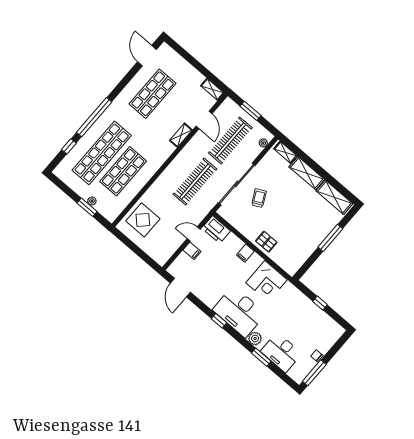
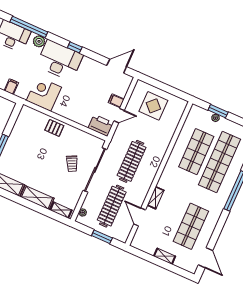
shelving: (212, 89) -> (165, 256), moved
display table: (143, 220) -> (153, 106), moved
filing cabinet: (245, 253) -> (11, 87), moved
door: (180, 288) -> (117, 66), hinge flipped
window: (261, 357) -> (29, 27), width x2.11

